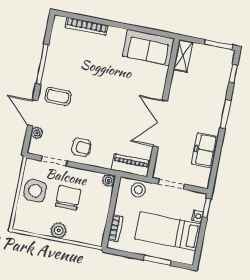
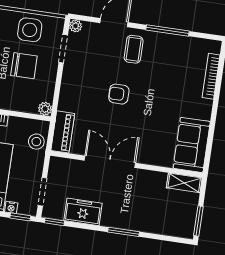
window: (233, 74) -> (54, 222), moved
plant: (37, 133) -> (76, 26), moved
armchair: (81, 147) -> (119, 94), moved, turned 90
doorway: (171, 184) -> (42, 192), moved

